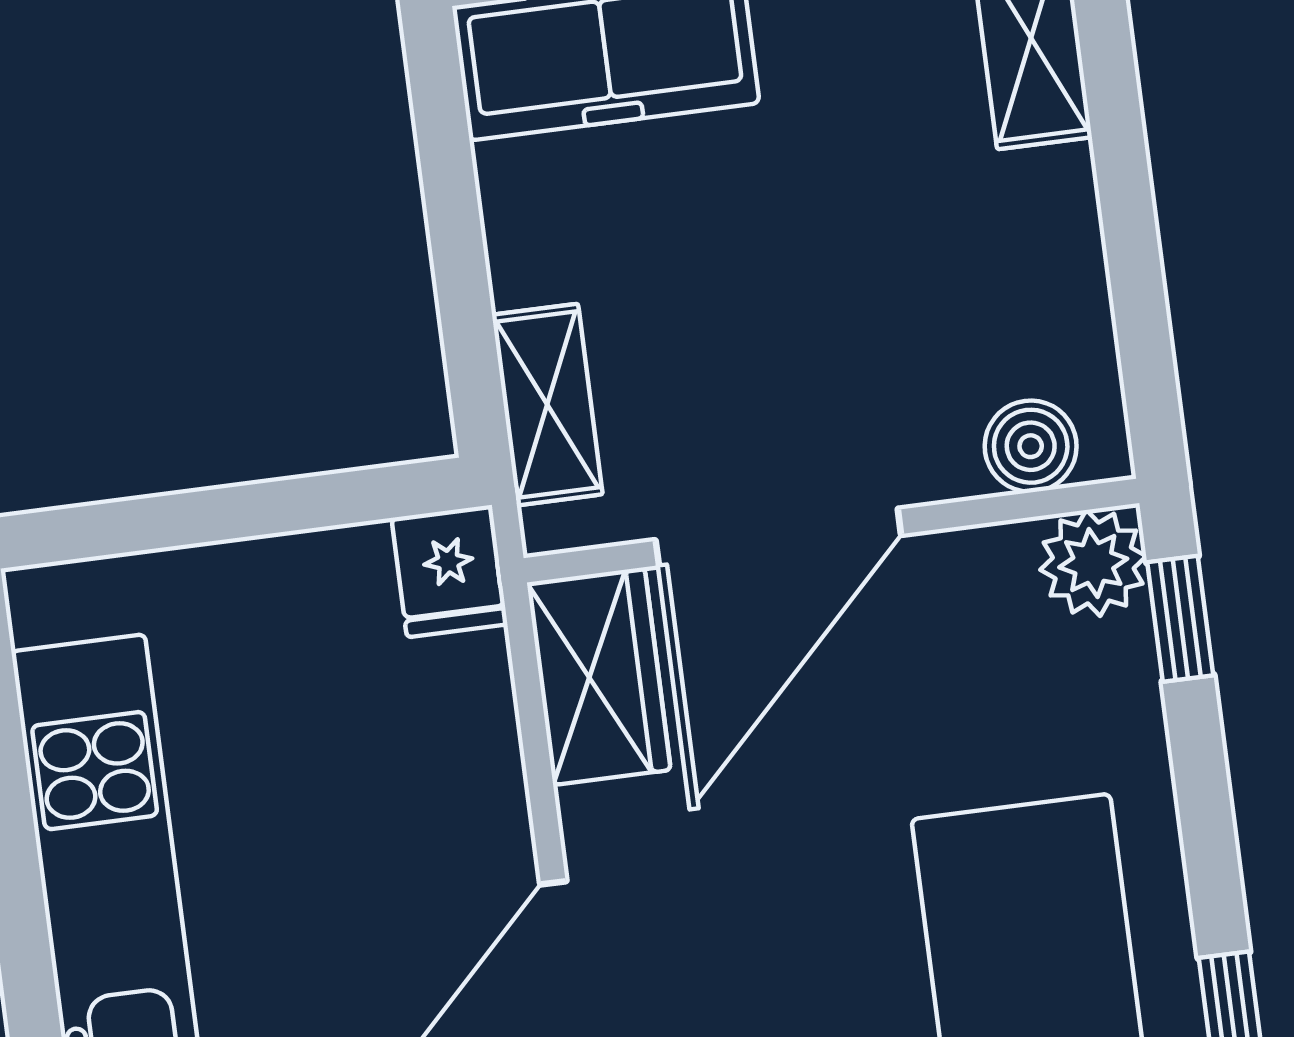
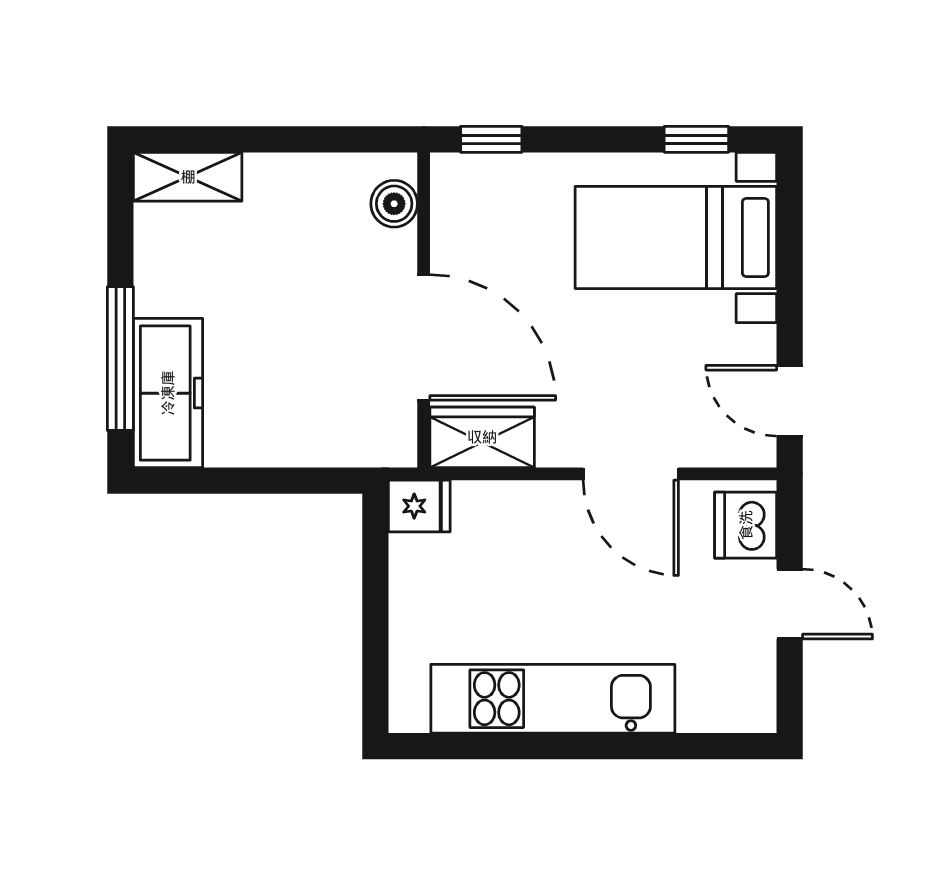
shelving: (547, 405) -> (341, 446), removed
plant: (1093, 563) -> (457, 180), removed

